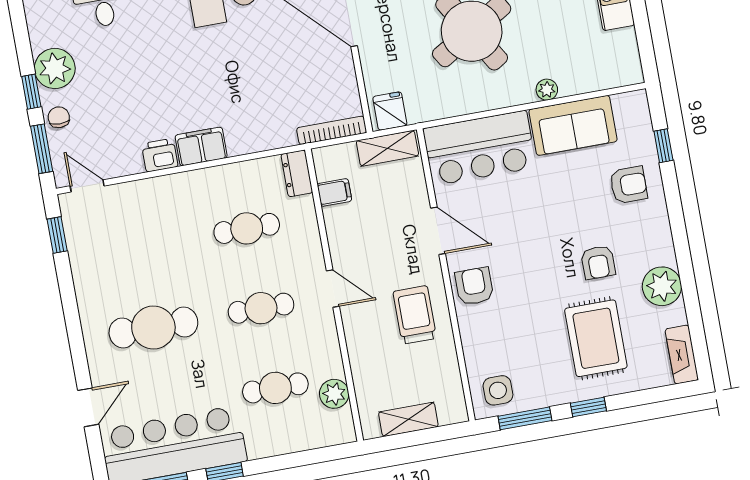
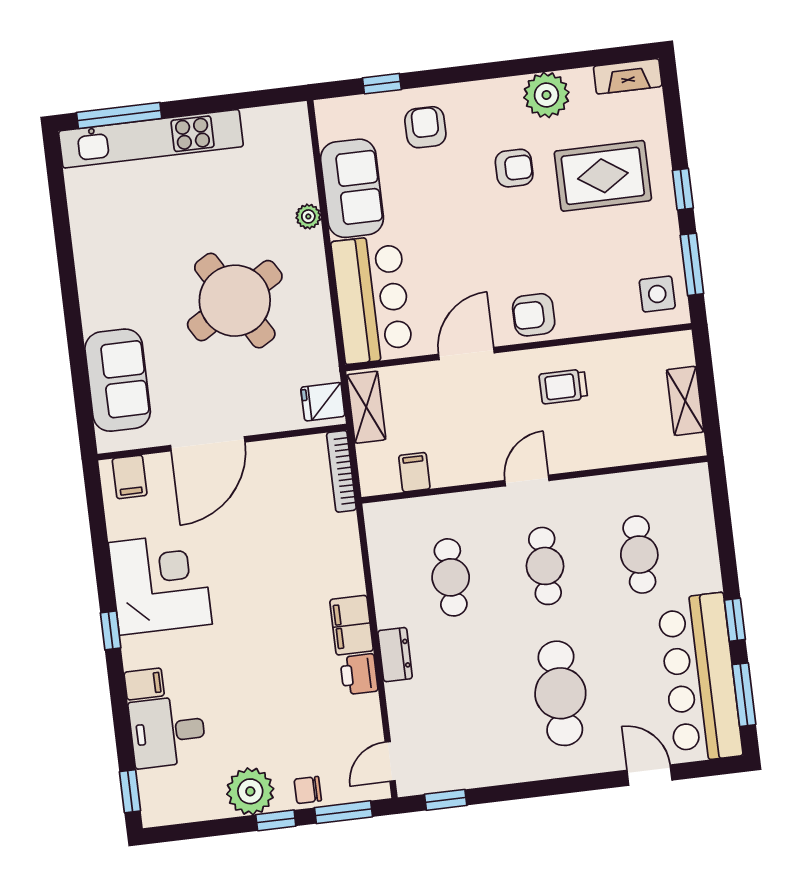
dresser: (297, 173) -> (395, 655), moved, turned -90
trolley: (415, 315) -> (563, 386), width x0.73, depth x0.72
plant: (334, 394) -> (650, 486), removed

